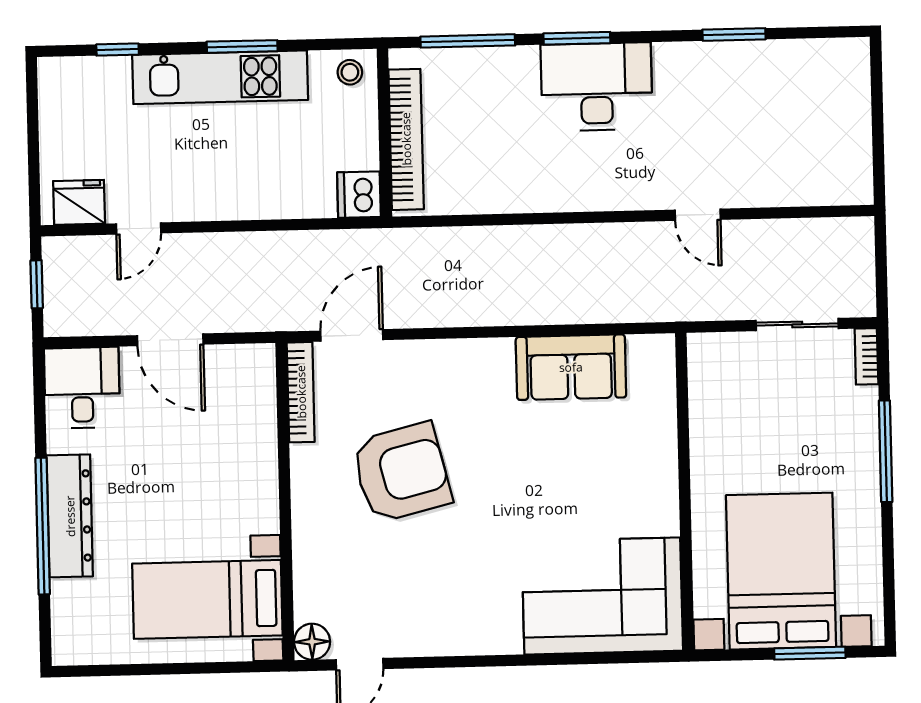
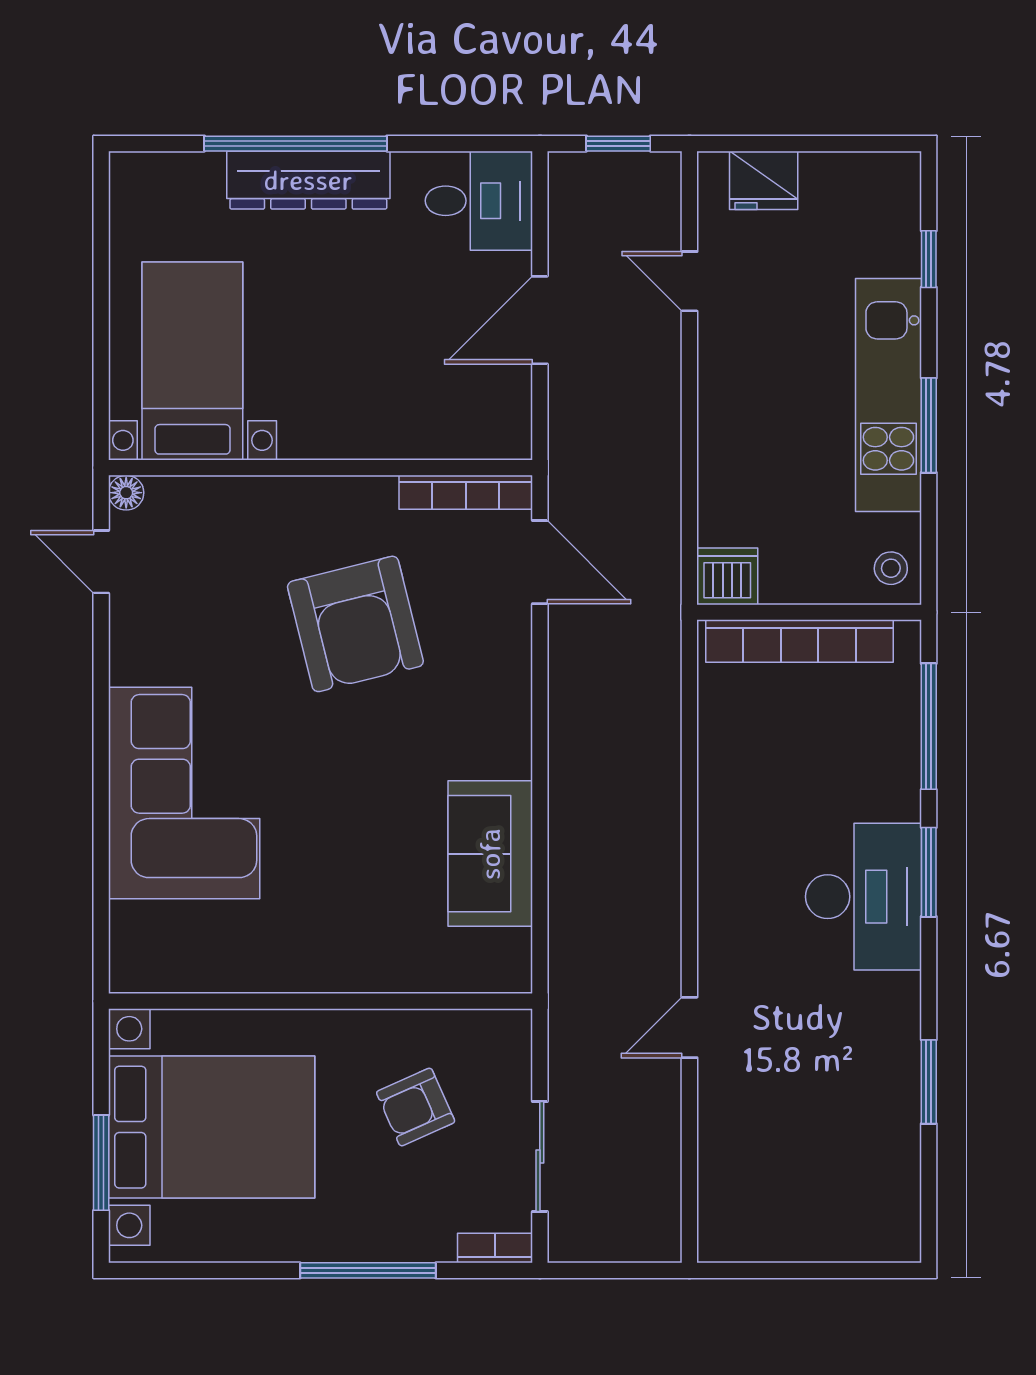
fridge: (79, 202) -> (764, 180), moved, turned 90
armchair: (762, 419) -> (416, 1107), added
corner sofa: (602, 596) -> (184, 793), moved
floor lamp: (312, 642) -> (126, 493), width x0.73, depth x0.73

